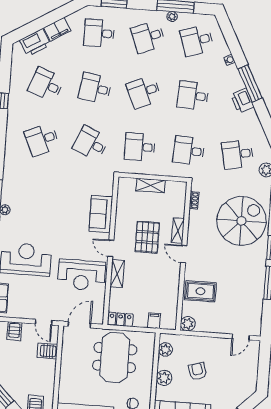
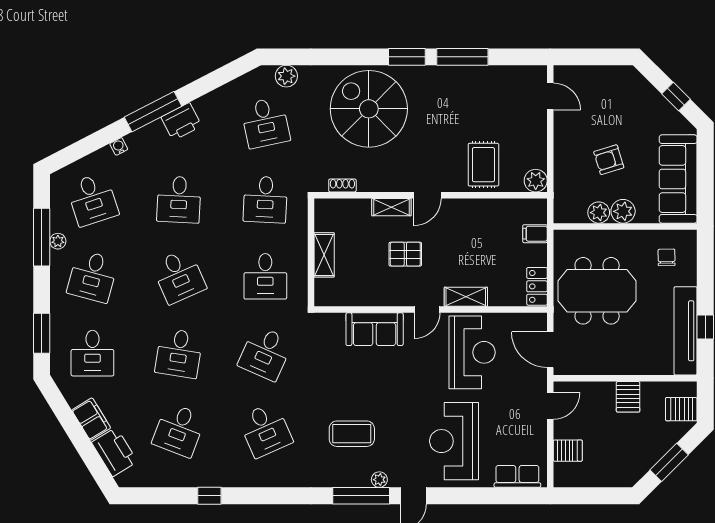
desk: (148, 37) -> (92, 276), turned 36
coffee table: (35, 194) -> (352, 434), added
pallet: (147, 237) -> (405, 254), width x0.67, depth x0.71
plant: (165, 349) -> (599, 213), moved
server rack: (47, 351) -> (628, 397), moved

